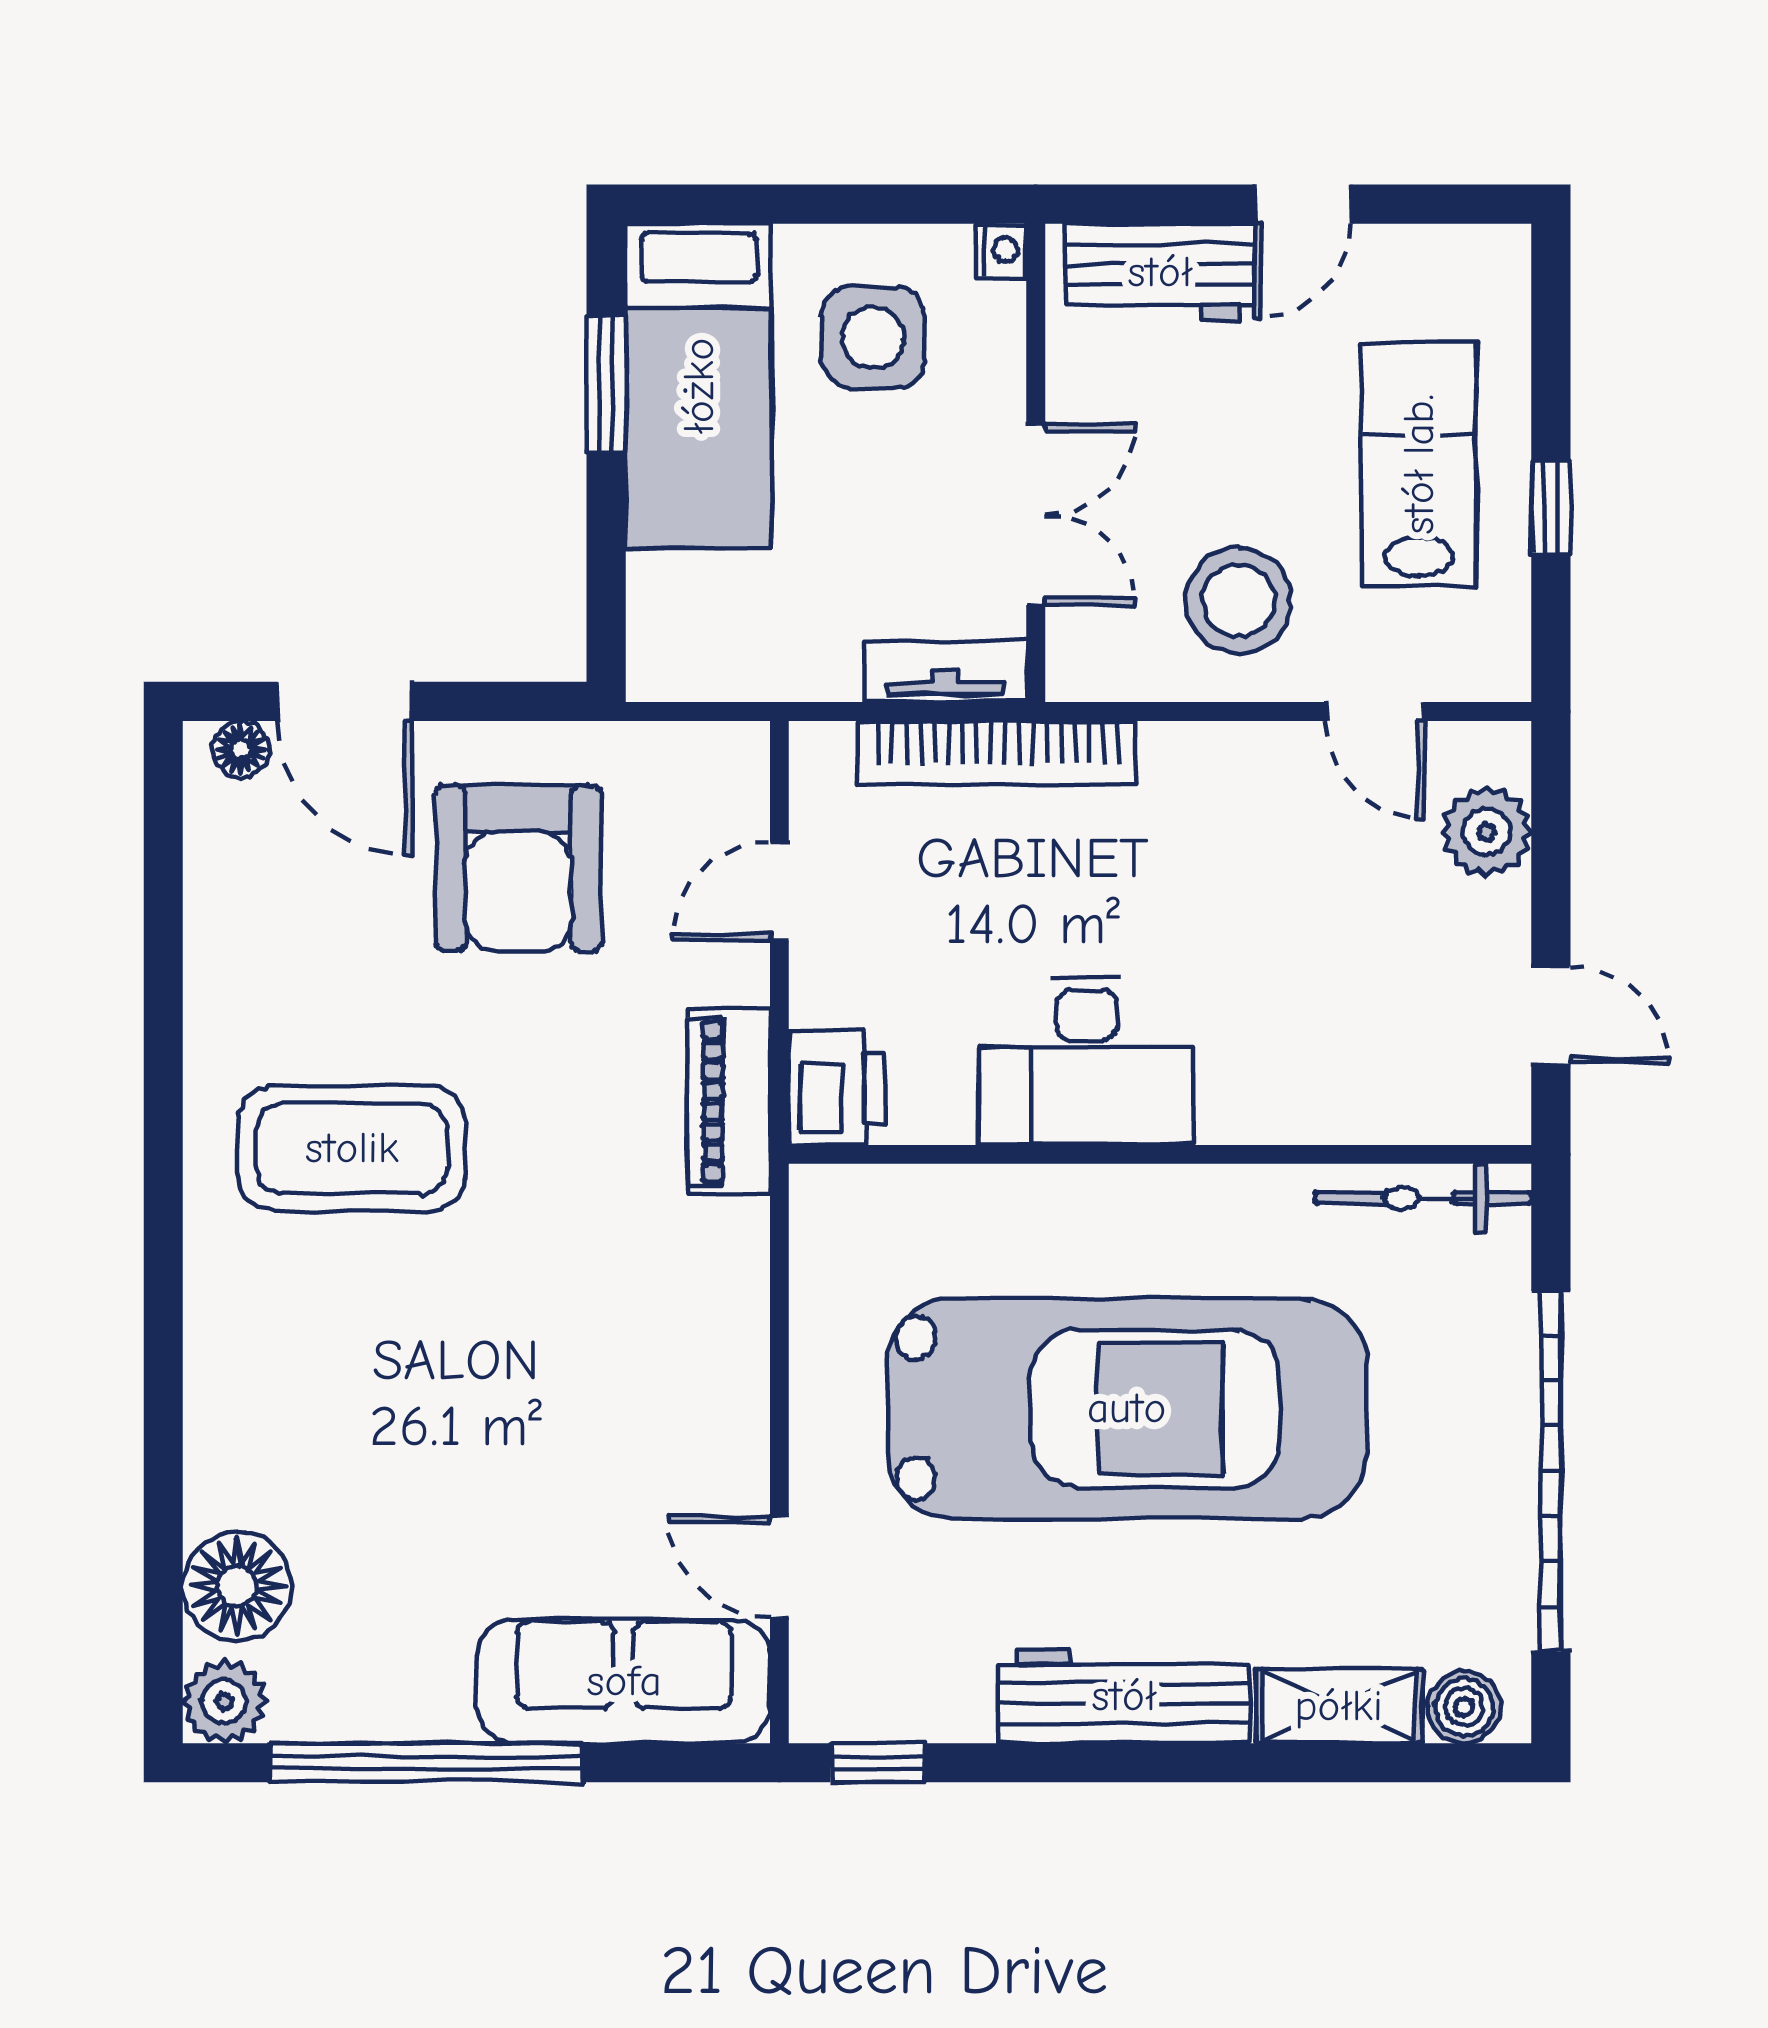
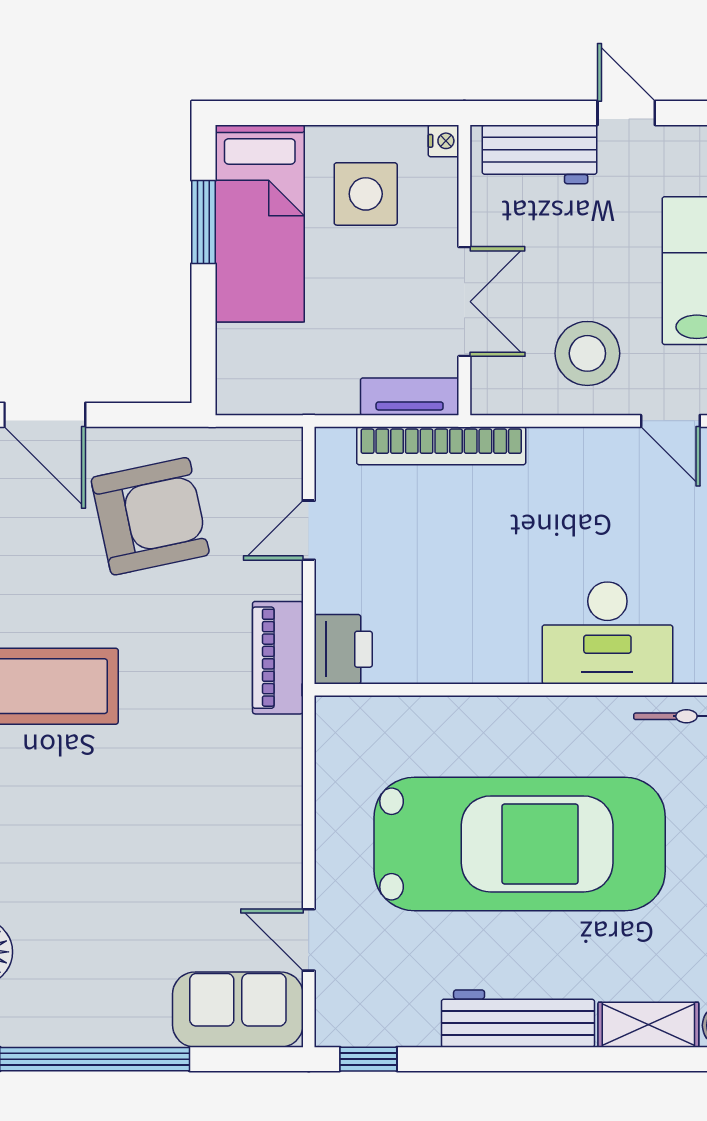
door: (1302, 204) -> (626, 113), swing flipped
armchair: (518, 868) -> (150, 516), turned -102
desk: (1086, 1061) -> (607, 633), moved
sofa: (624, 1681) -> (238, 1010), width x0.73

